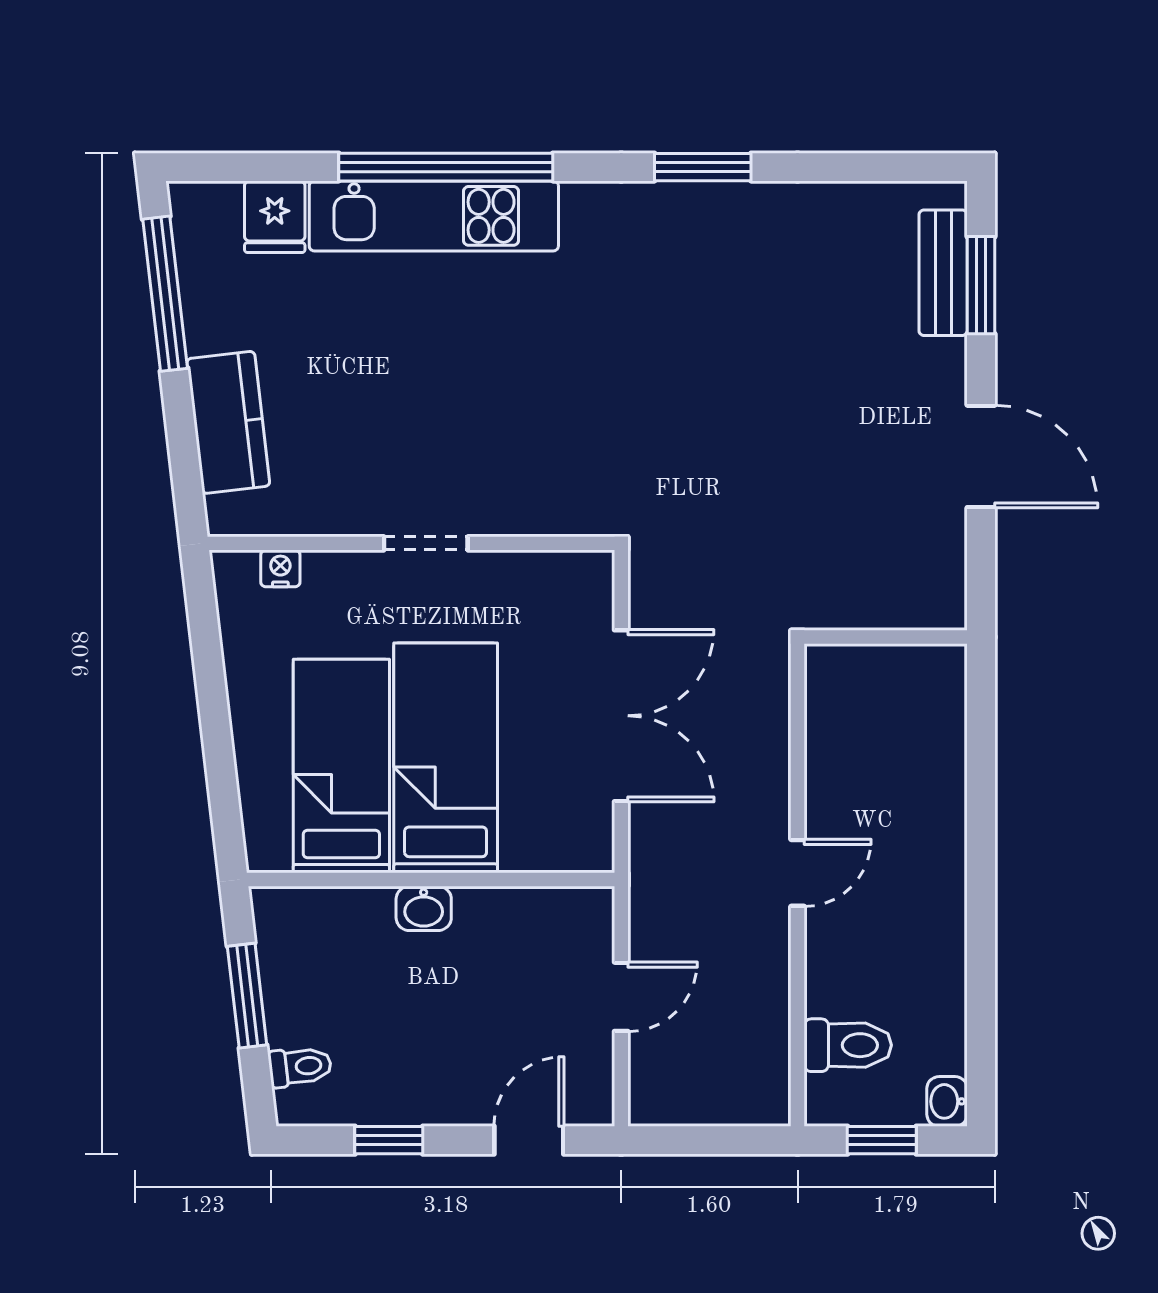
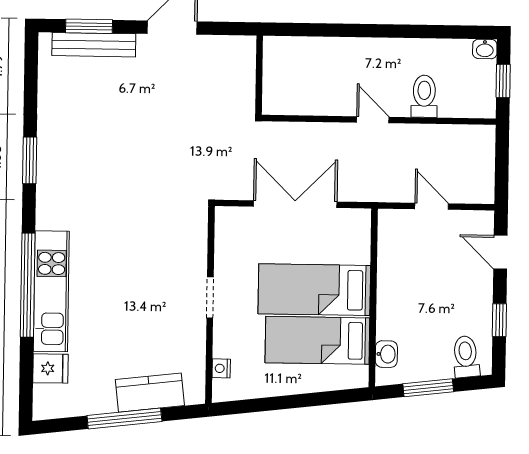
bench: (943, 273) -> (94, 45), width x1.36
window: (165, 294) -> (124, 418), moved
washbasin: (424, 908) -> (386, 354), moved
toilet: (848, 1045) -> (424, 96), moved
toilet: (300, 1067) -> (466, 357), width x1.37, depth x1.39

